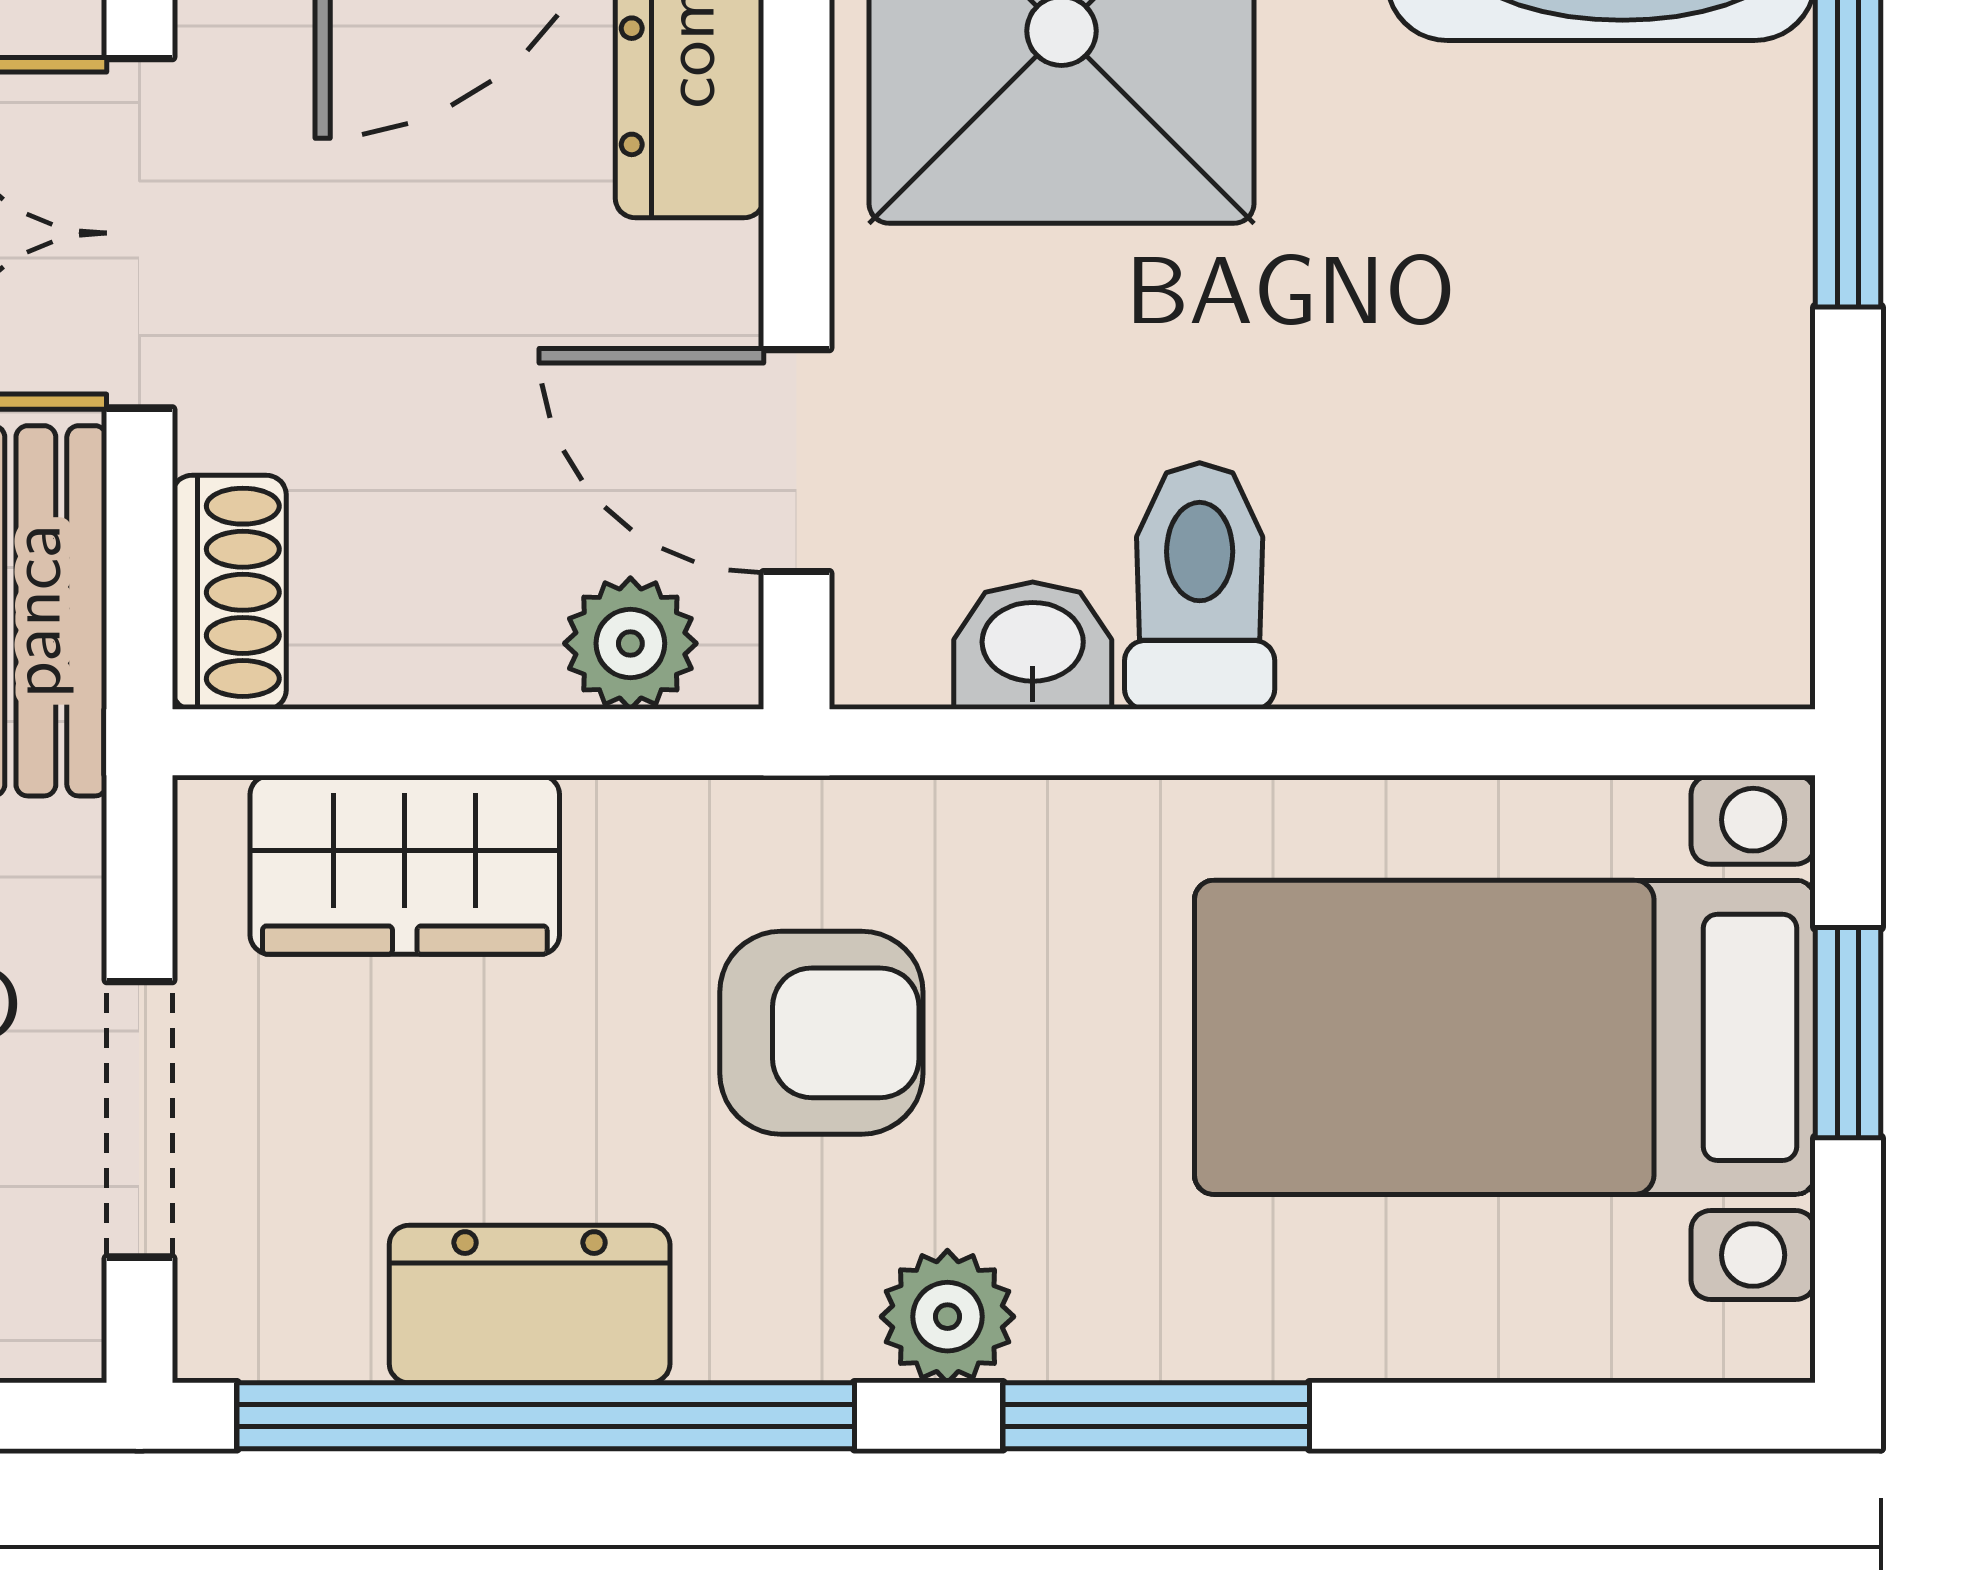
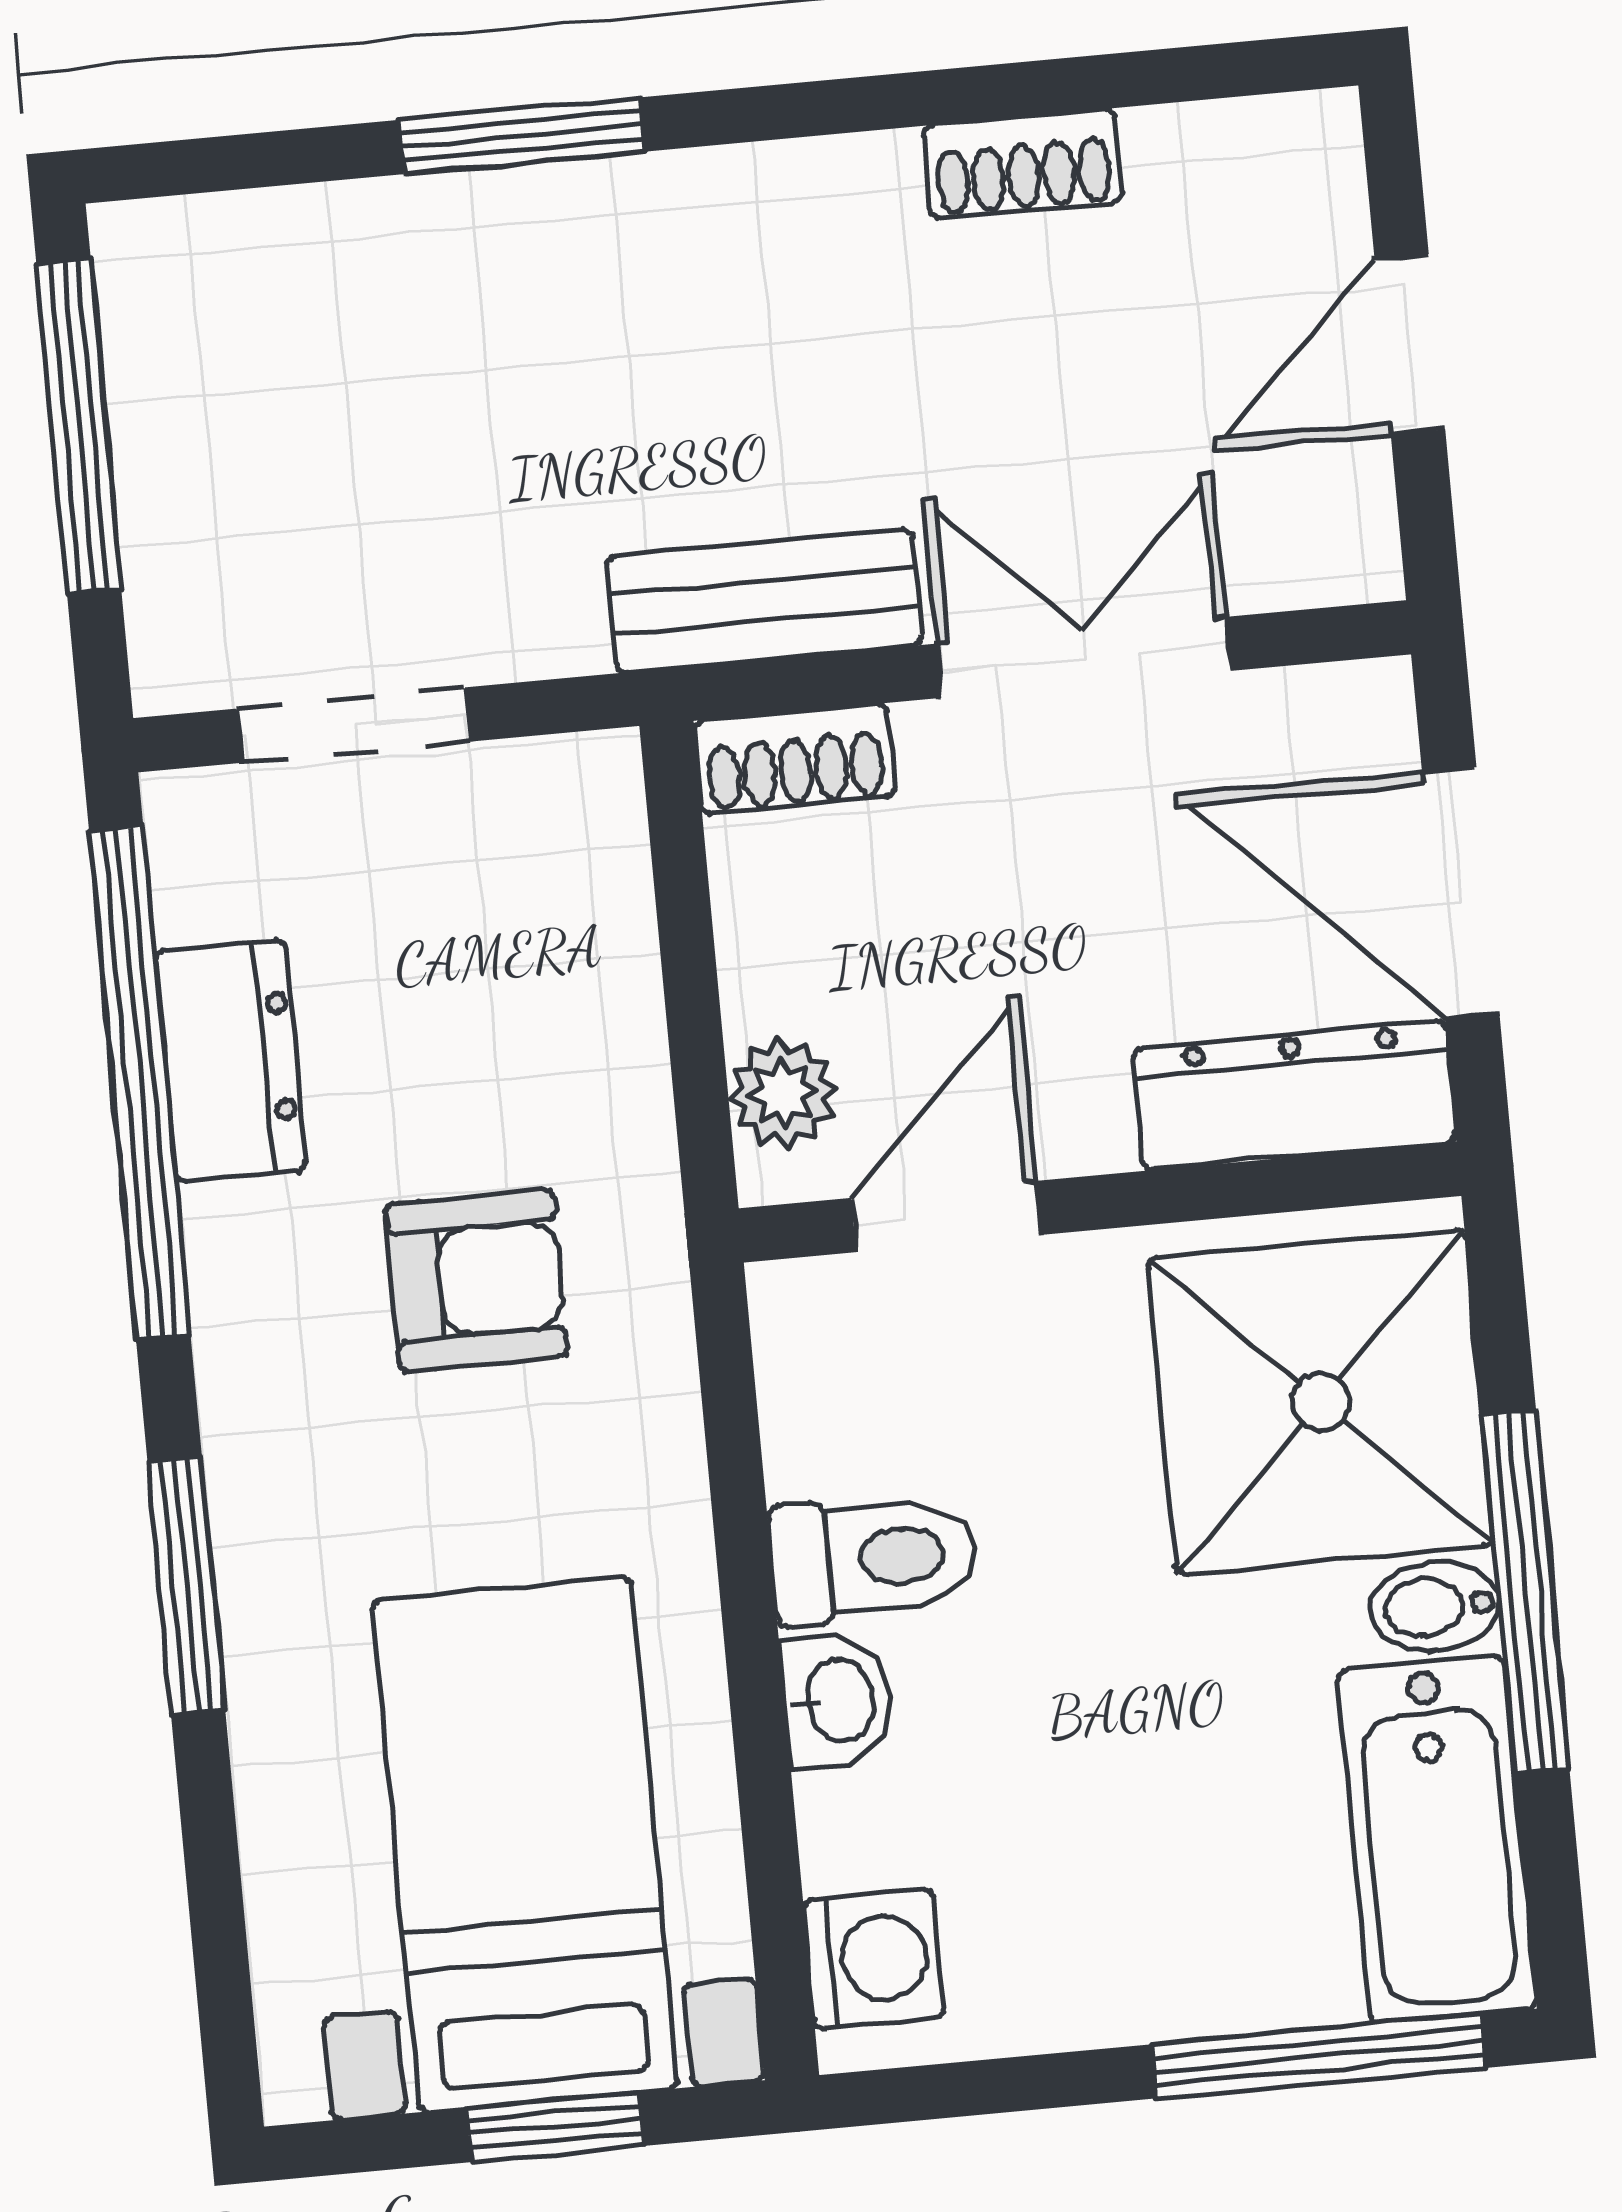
washing machine: (1681, 631) -> (874, 1959), added
washbasin: (1033, 646) -> (837, 1700), moved
wardrobe: (405, 865) -> (583, 924), removed
armchair: (821, 1033) -> (477, 1281), turned -90
plant: (947, 1317) -> (252, 1406), removed

